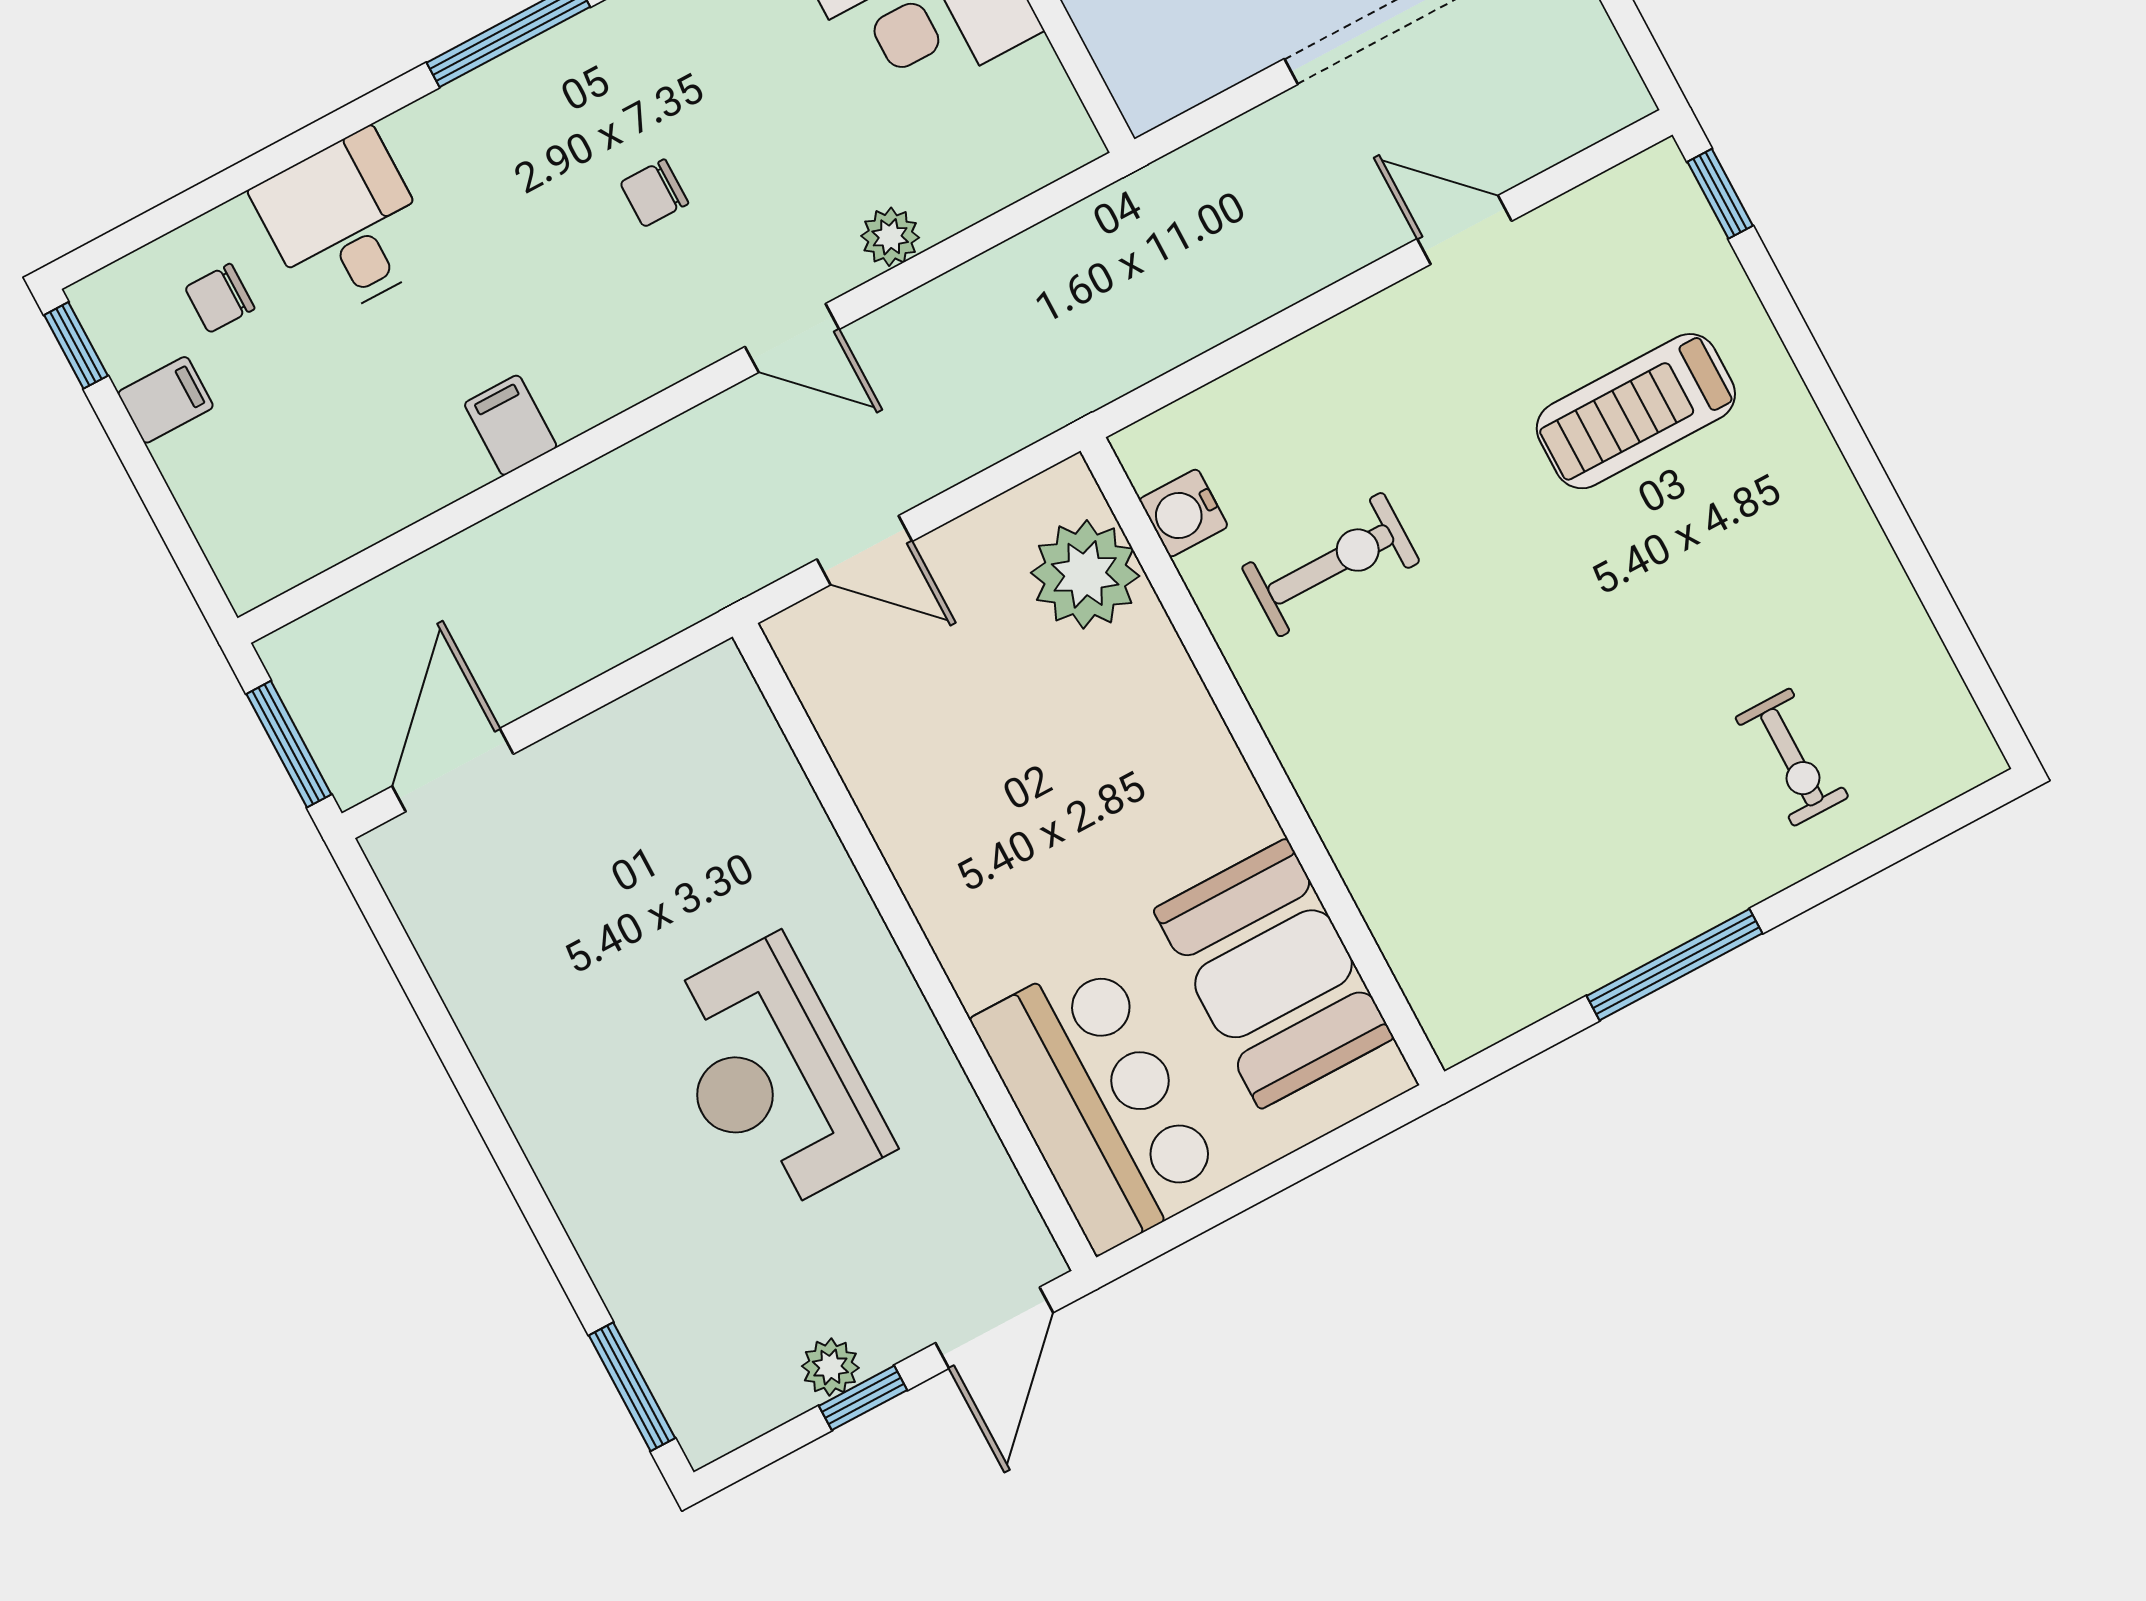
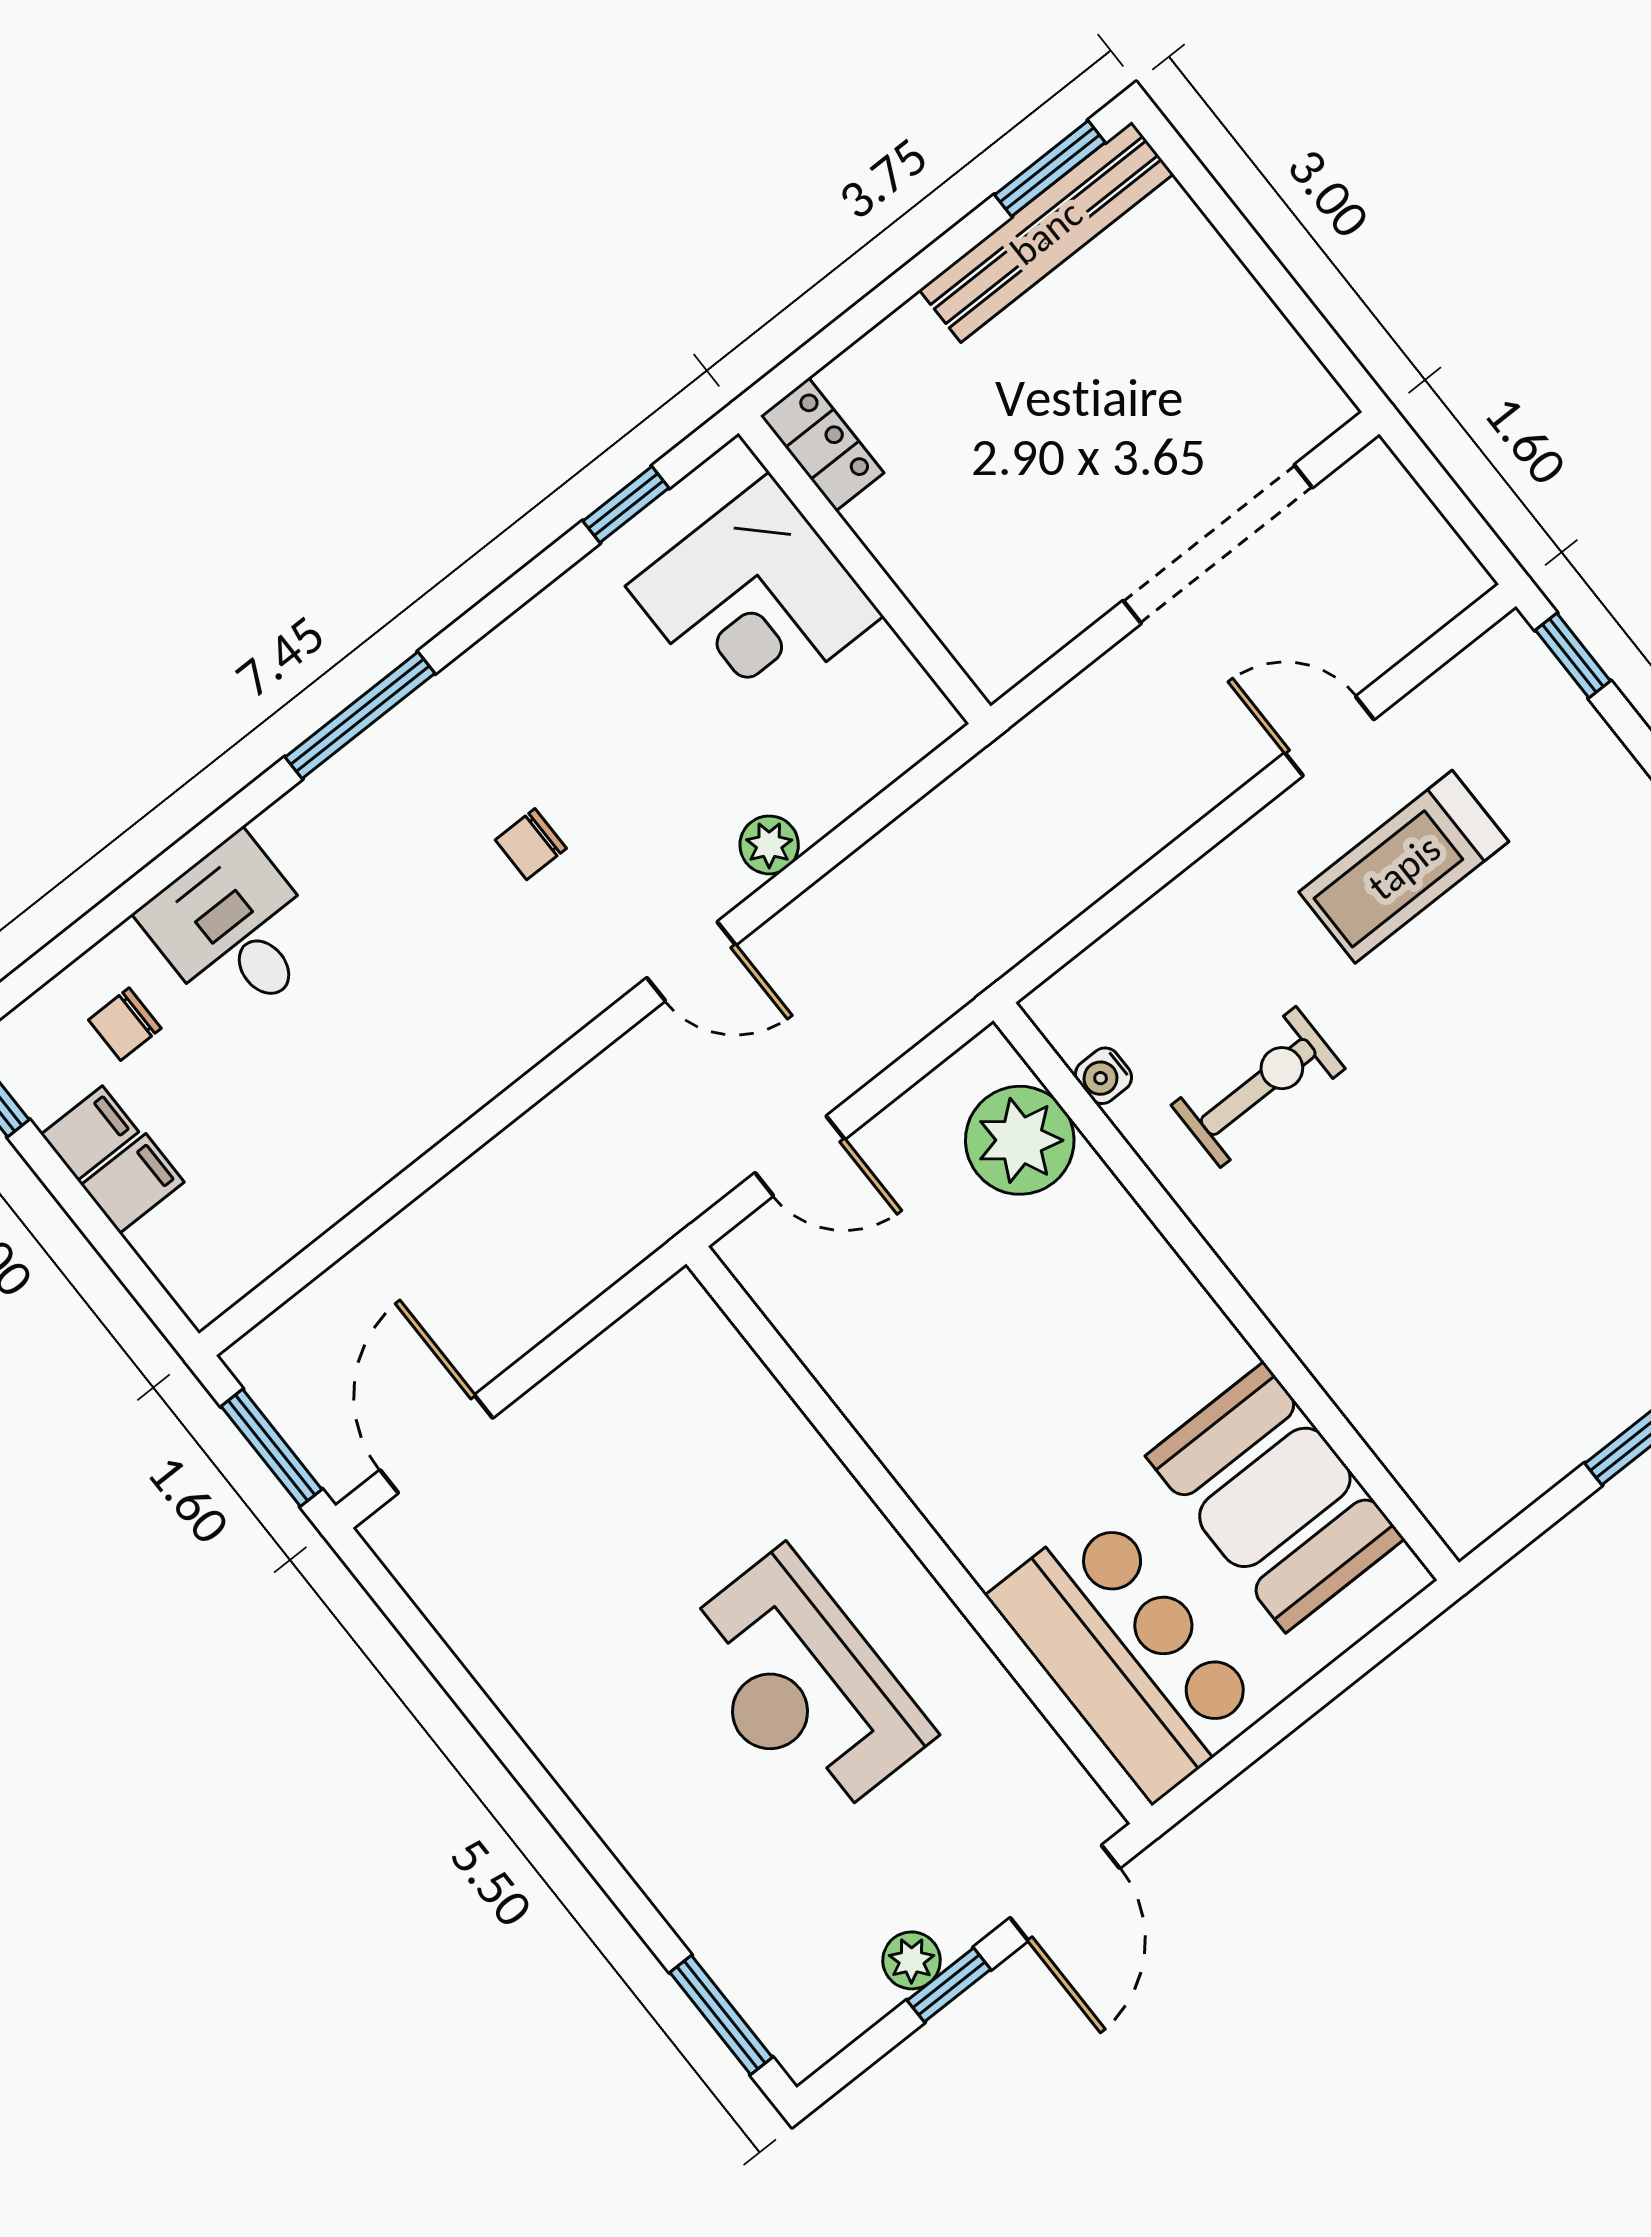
treadmill: (1636, 411) -> (1404, 867), moved
filing cabinet: (511, 425) -> (133, 1184), moved, turned 90
water cooler: (1183, 513) -> (1104, 1076), width x0.72, depth x0.72

